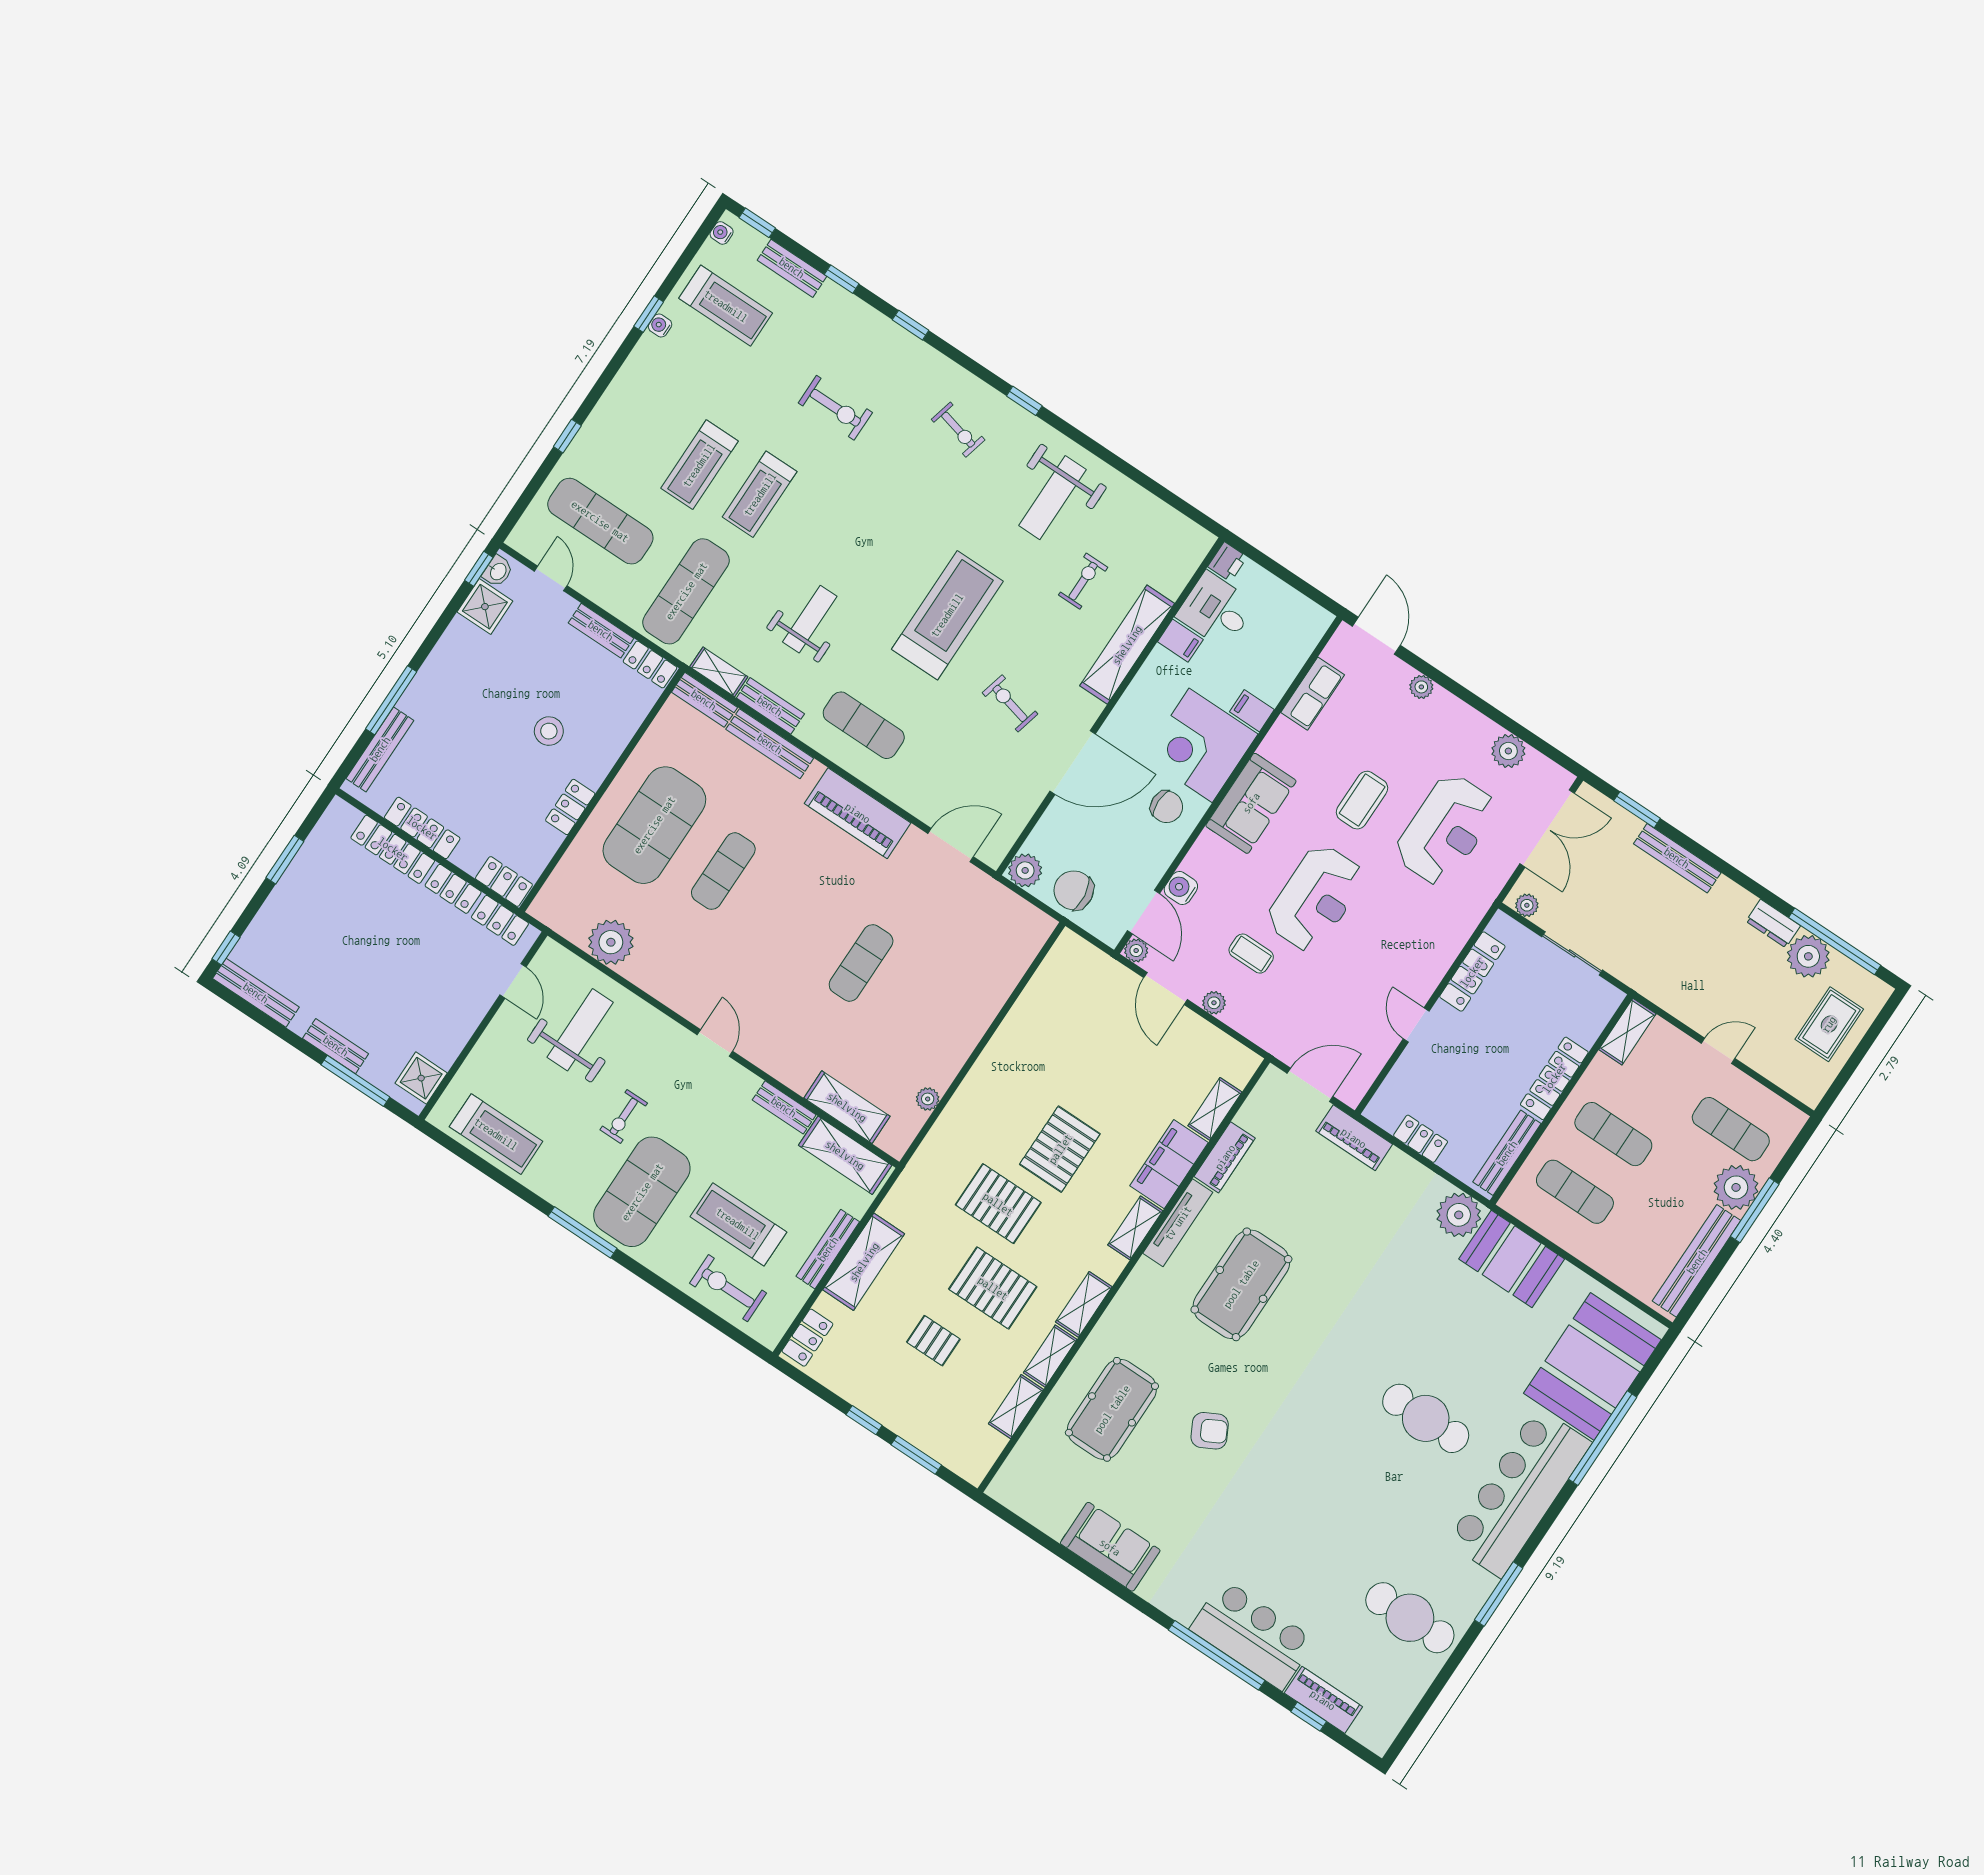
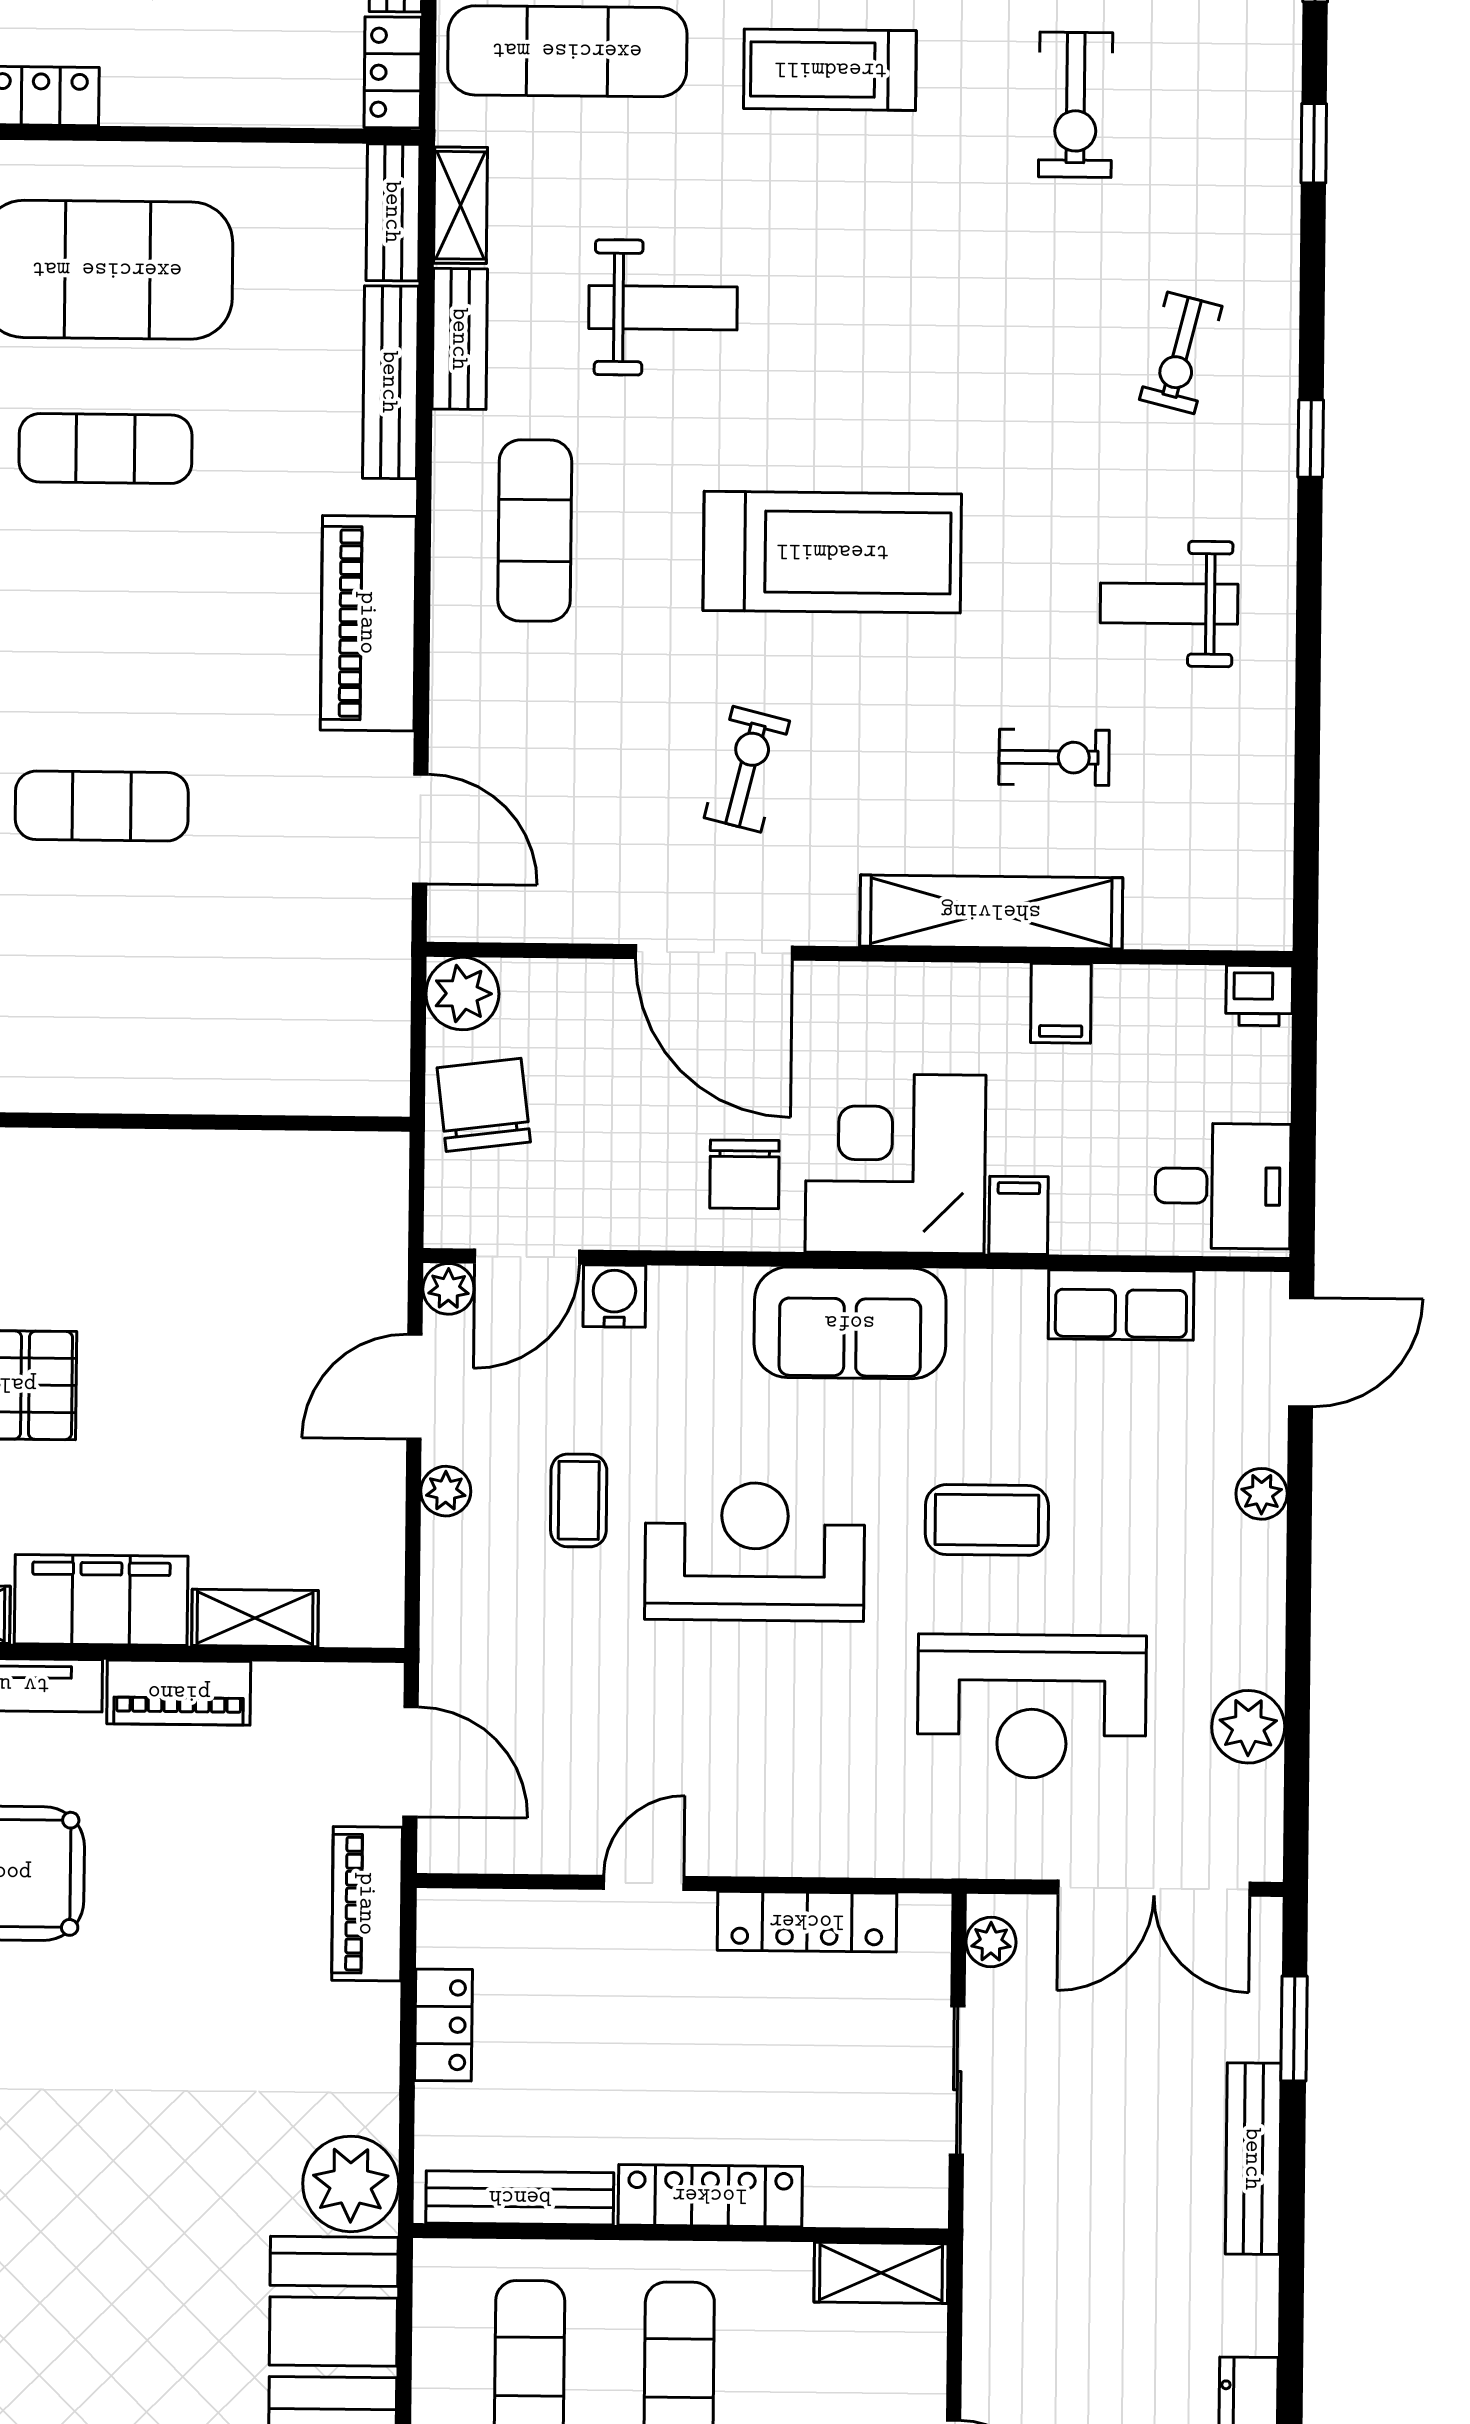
weight bench: (1053, 498) -> (1169, 604), width x0.73, depth x0.75
desk: (1216, 610) -> (1223, 1186), moved, turned 90
reception desk: (1316, 898) -> (755, 1552), turned 180

